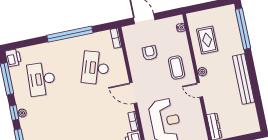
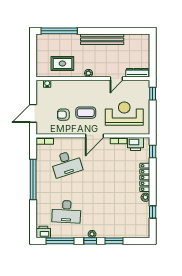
coffee table: (176, 67) -> (86, 113), moved
desk: (95, 68) -> (66, 164), turned -36
door: (200, 90) -> (116, 79), moved

